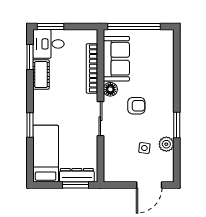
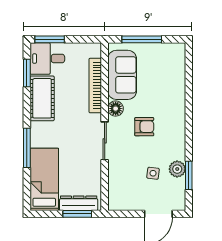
window: (134, 27) -> (142, 39), width x0.68
cot: (41, 75) -> (42, 98), width x1.37, depth x1.34
window: (30, 125) -> (27, 148), width x1.44
window: (177, 125) -> (189, 175), moved

